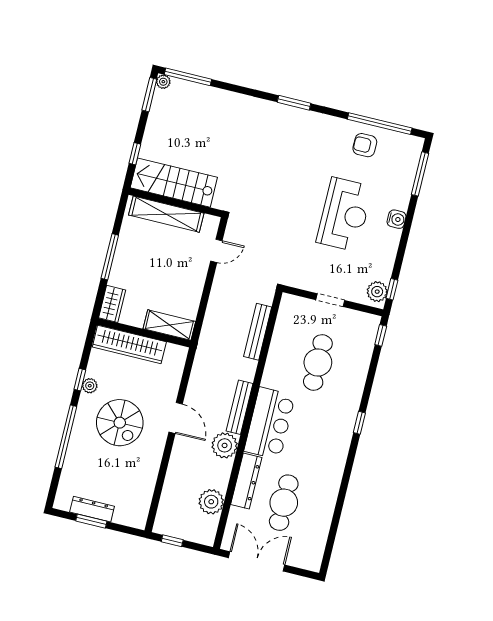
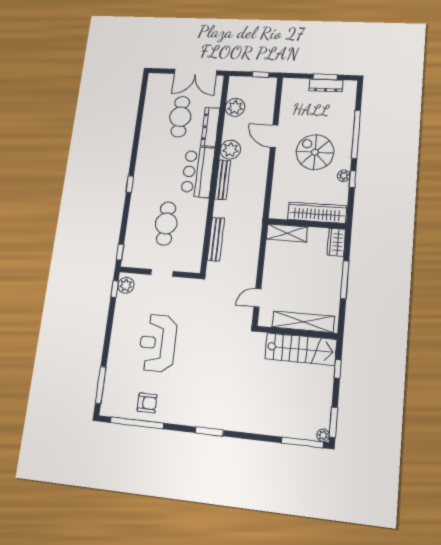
water cooler: (397, 219) -> (116, 345), removed
door: (176, 418) -> (274, 136), moved

